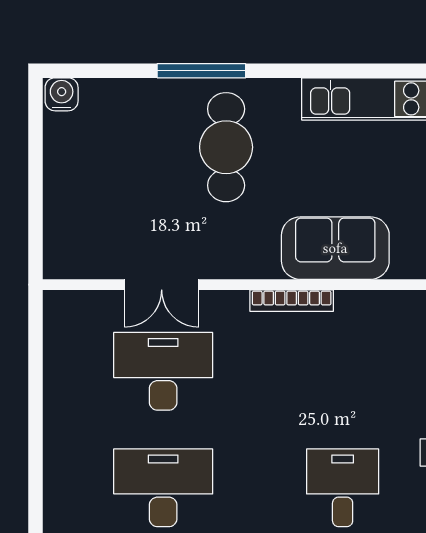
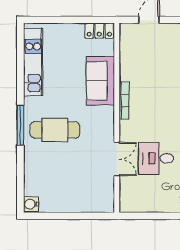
window: (201, 71) -> (20, 125), moved
desk: (163, 371) -> (156, 158), width x0.73

